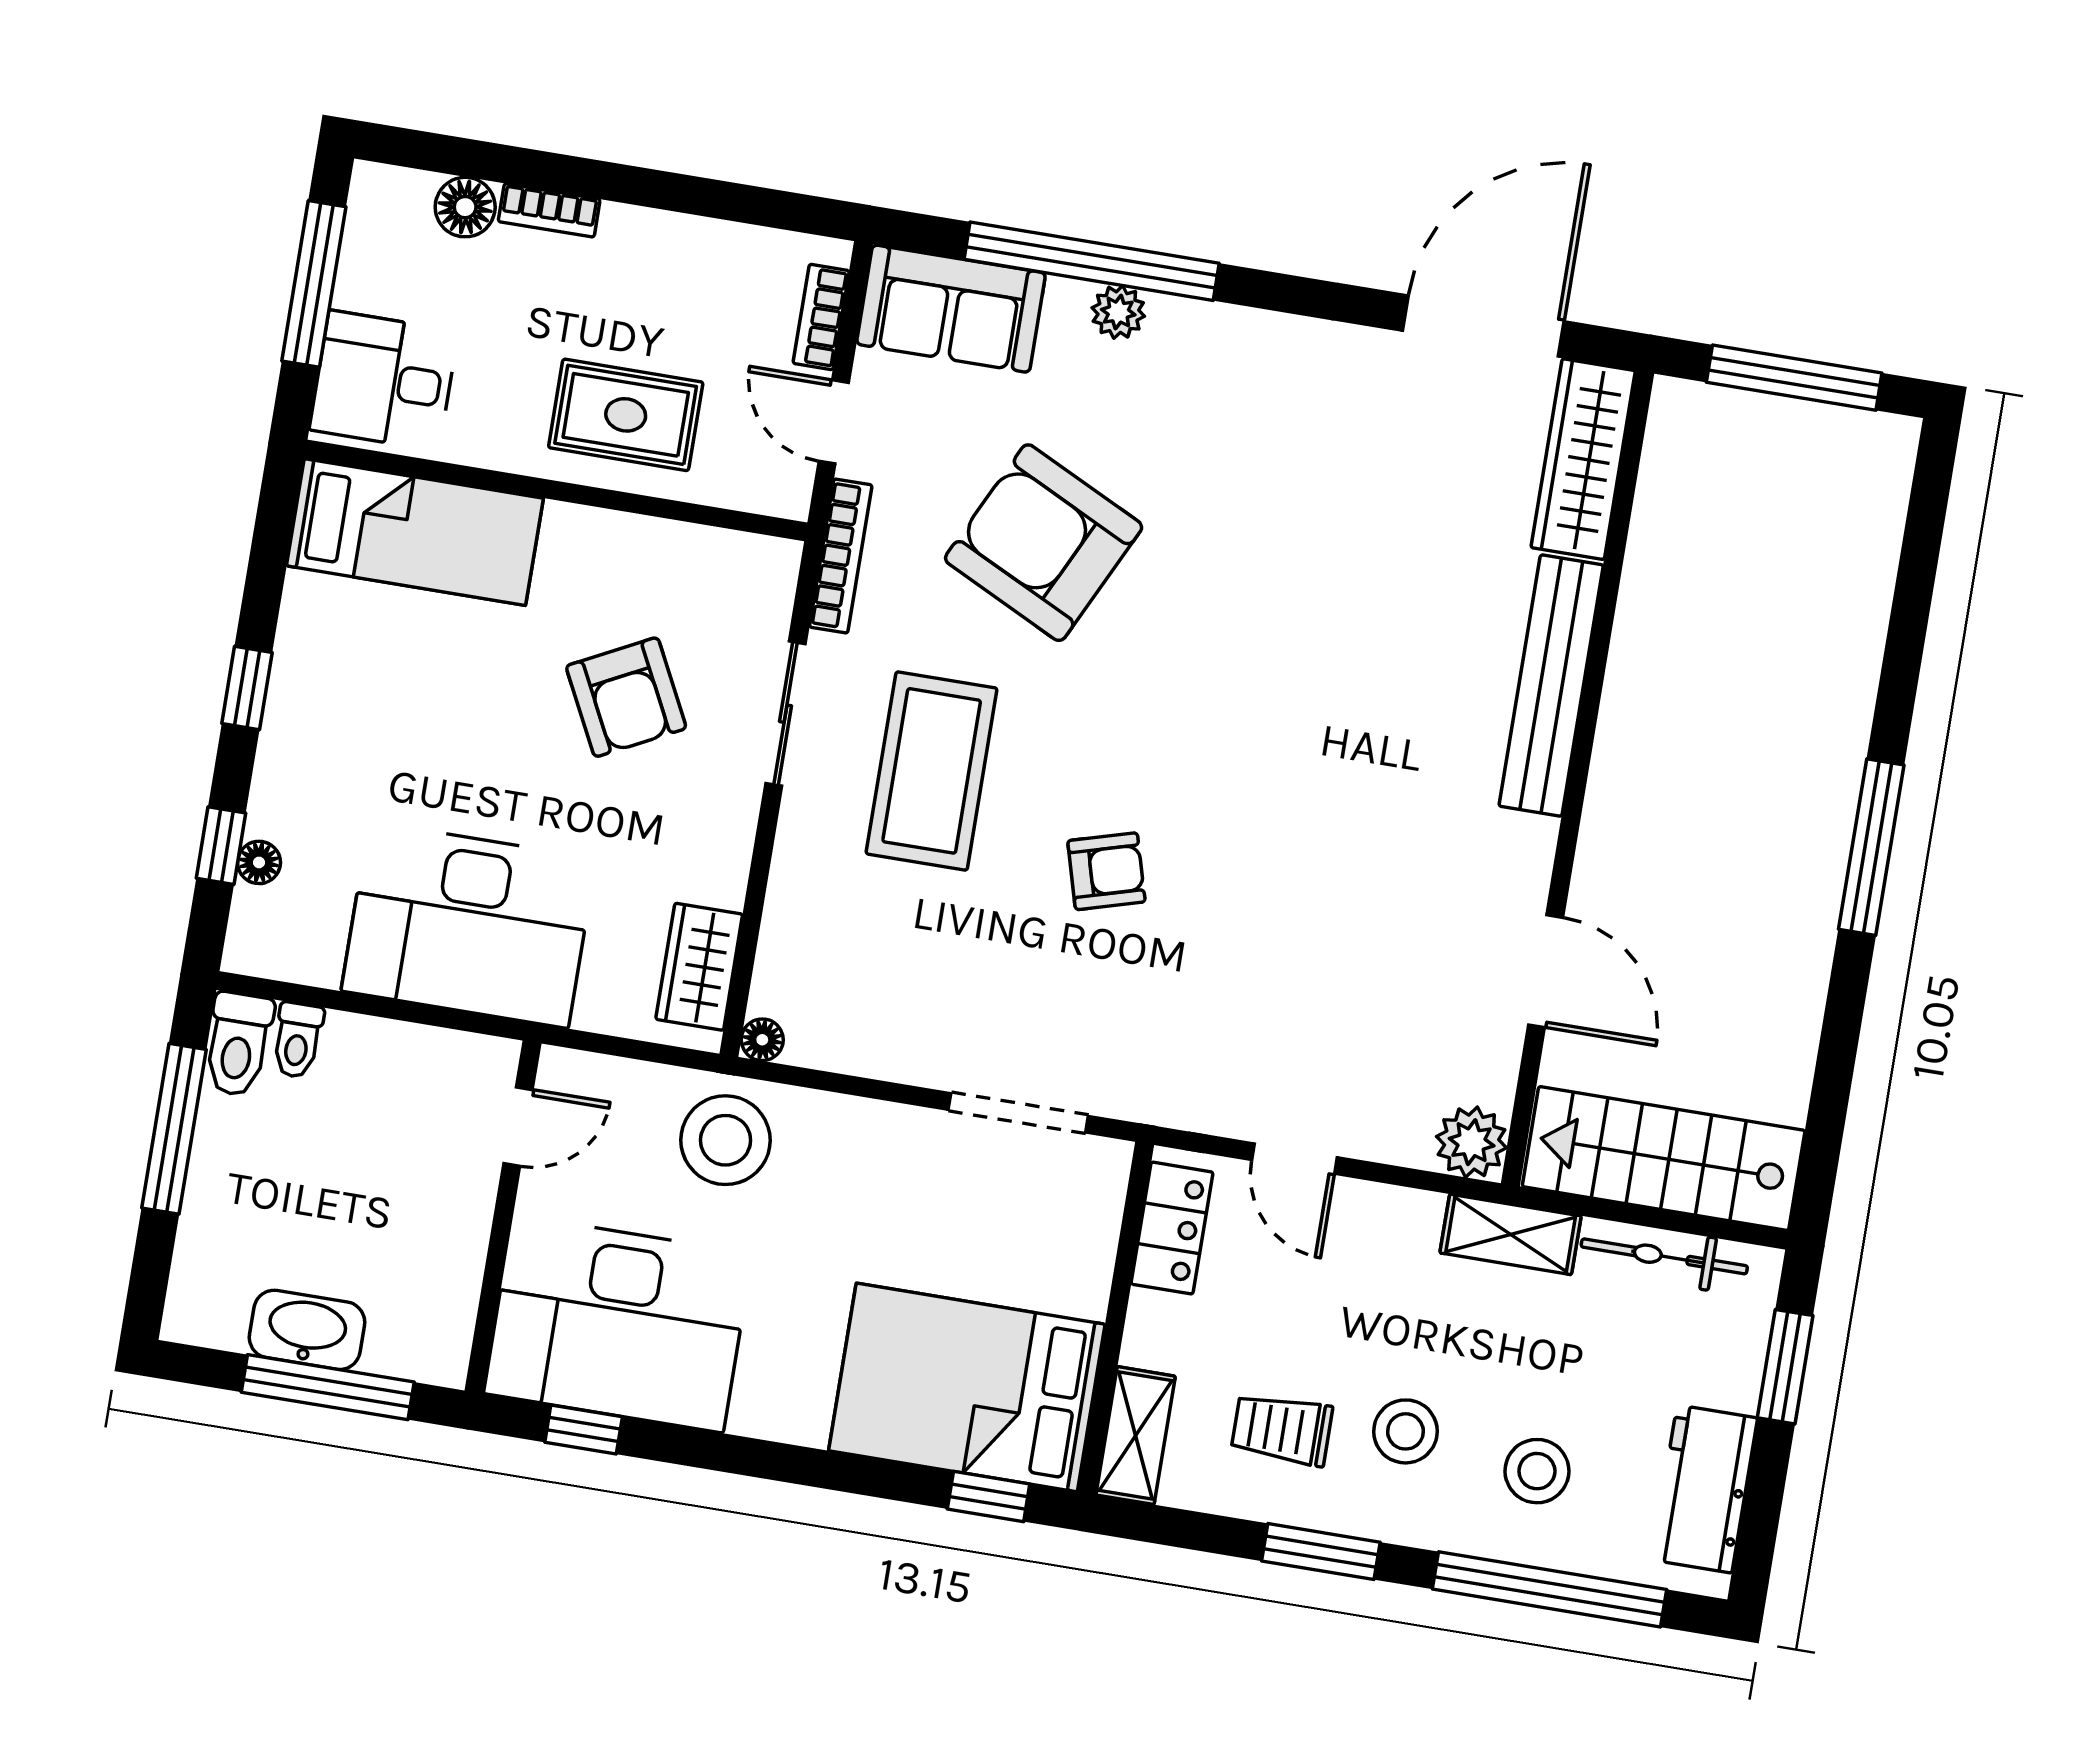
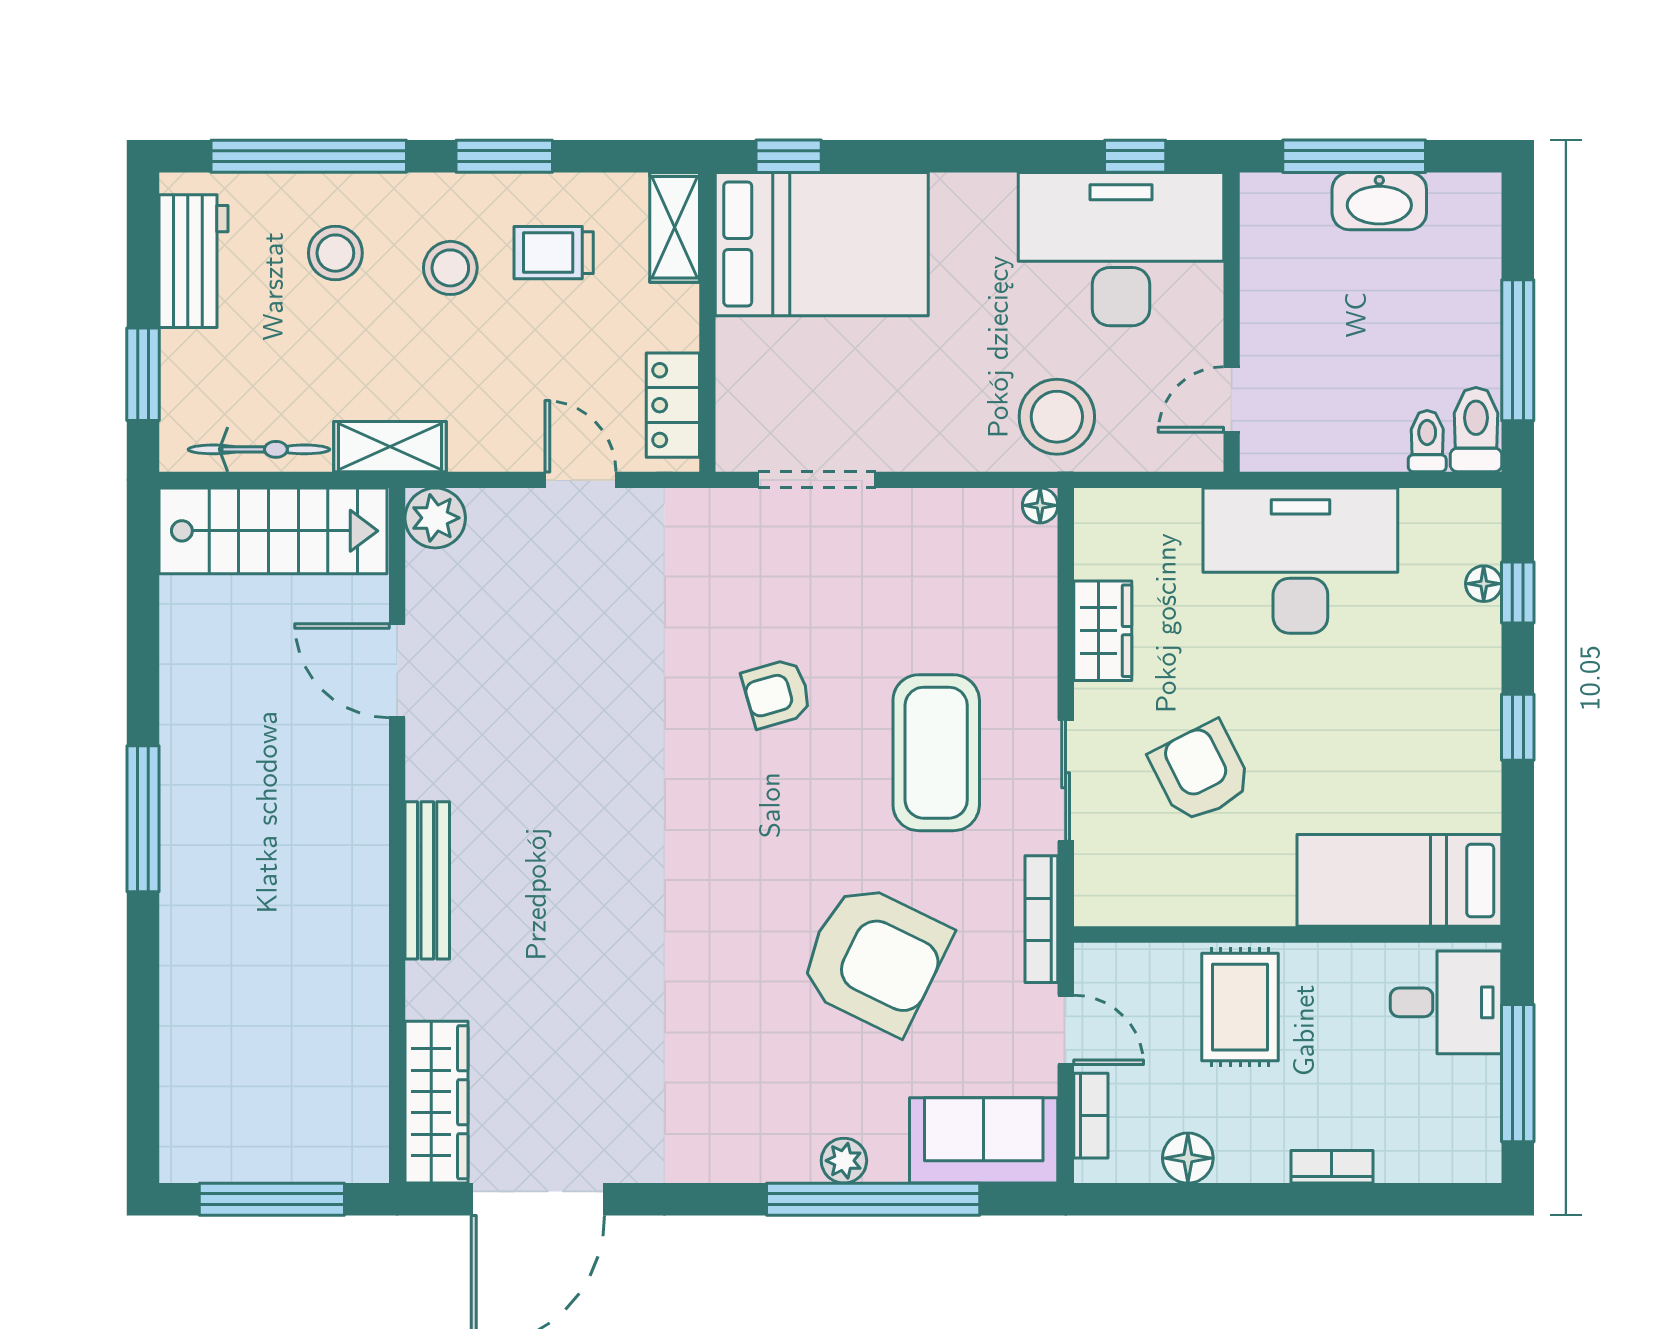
floor lamp: (465, 207) -> (1188, 1158), moved
rug: (626, 415) -> (1240, 1007), turned 90
bench: (1551, 686) -> (427, 880), width x0.73, depth x0.82
wardrobe: (699, 967) -> (1103, 631), moved
trolley: (1282, 1429) -> (554, 253), turned 180

